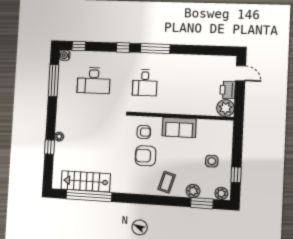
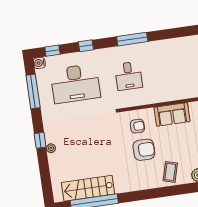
window: (123, 47) -> (86, 46), moved
desk: (94, 81) -> (75, 84), width x1.36, depth x1.30
window: (50, 147) -> (40, 140), moved
armchair: (146, 156) -> (144, 150), turned 180

